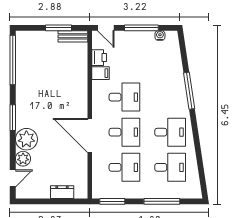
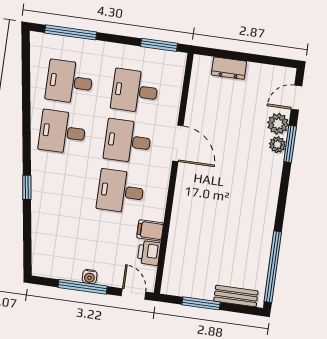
bench: (73, 36) -> (236, 296), moved
water cooler: (160, 36) -> (90, 277), moved
window: (189, 91) -> (27, 187), width x0.46
window: (13, 118) -> (290, 144), moved
door: (90, 136) -> (178, 143), width x0.73
plant: (26, 139) -> (277, 145), width x0.53, depth x0.53
window: (162, 201) -> (71, 32), moved

